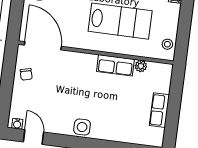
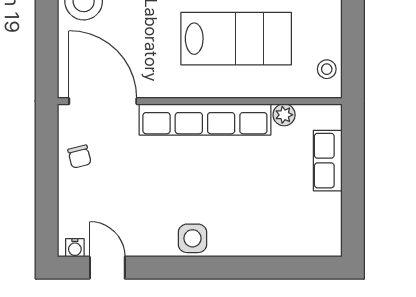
row of seats: (115, 65) -> (205, 119), width x2.02
row of seats: (159, 110) -> (328, 161), moved

